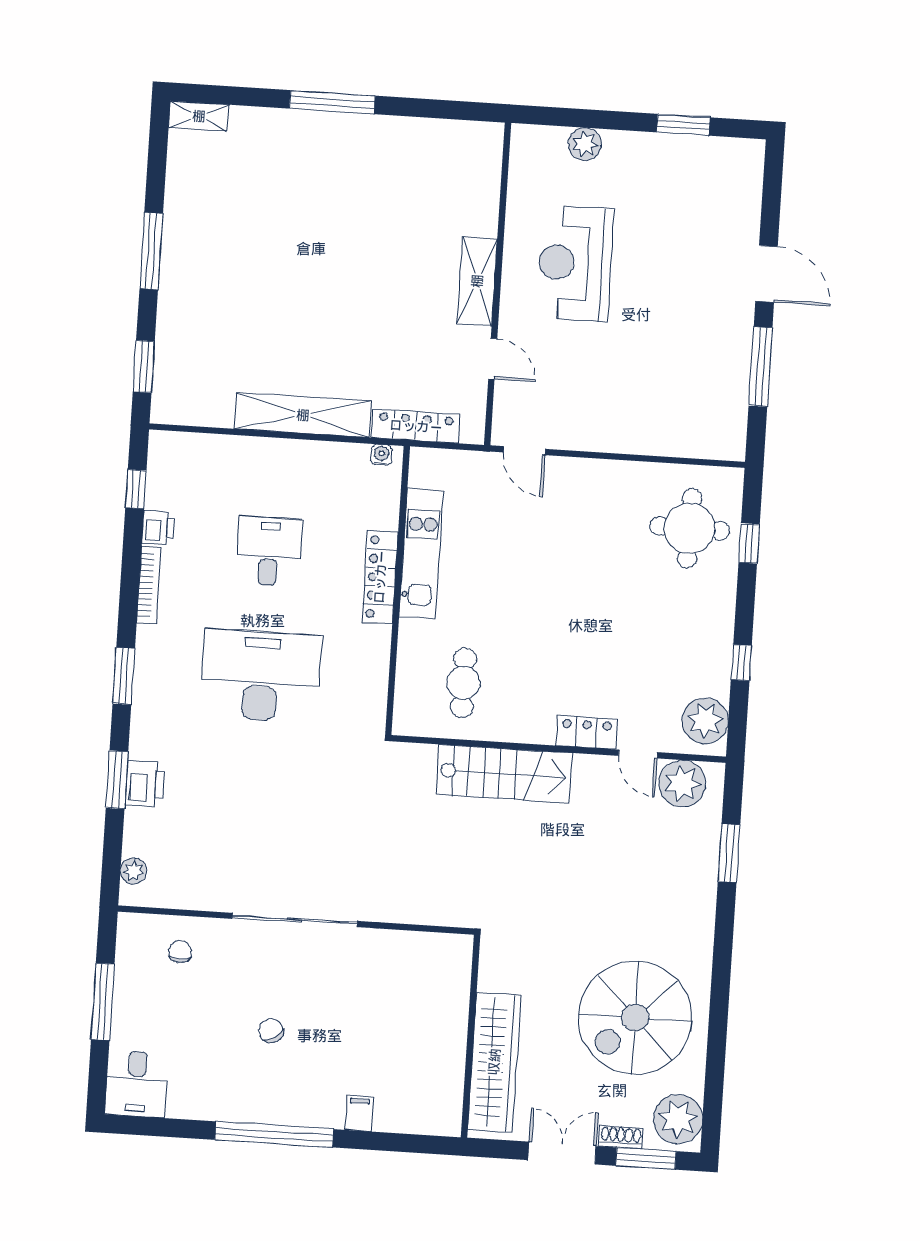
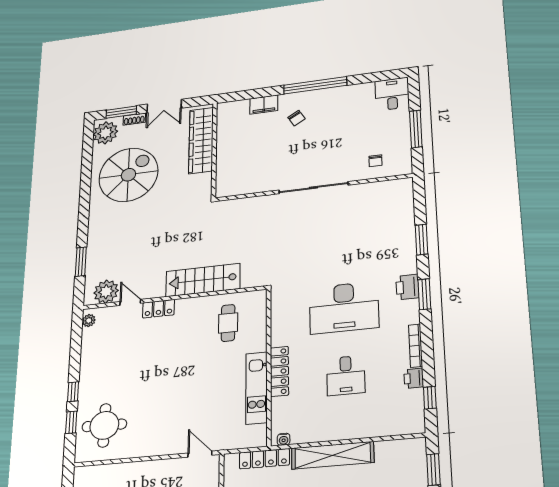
window: (741, 663) -> (73, 392), moved
plant: (705, 721) -> (89, 320), width x0.53, depth x0.53
printer: (145, 784) -> (407, 287), moved
plant: (134, 871) -> (406, 195), removed
chair: (271, 1031) -> (297, 118), moved
filing cabinet: (359, 1113) -> (264, 105), width x2.00

